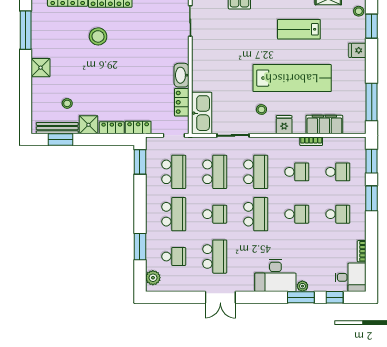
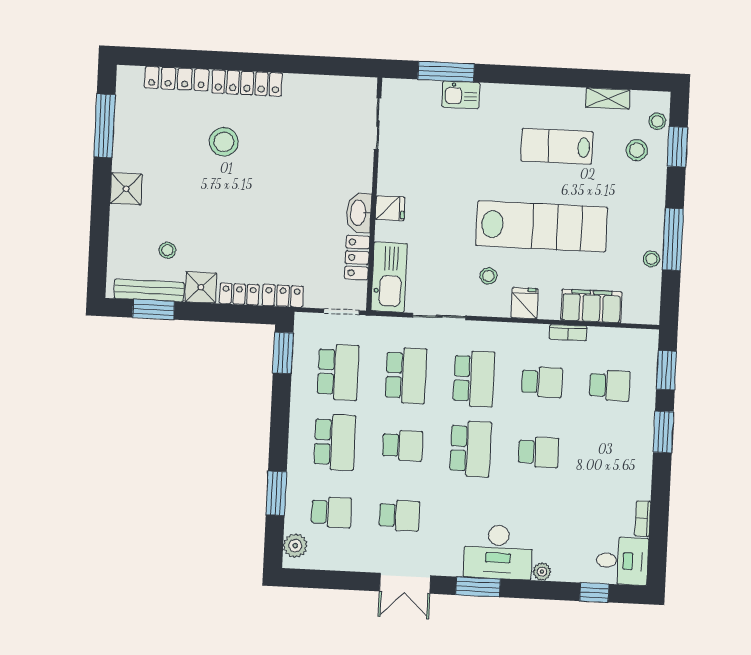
stool: (347, 29) -> (637, 150), added
fridge: (357, 50) -> (390, 208), moved, turned 180
stool: (359, 94) -> (651, 259), added
window: (372, 102) -> (673, 239), moved
school desk: (338, 214) -> (606, 455), removed
school desk: (215, 257) -> (399, 516), width x0.54
window: (301, 297) -> (478, 587), moved

